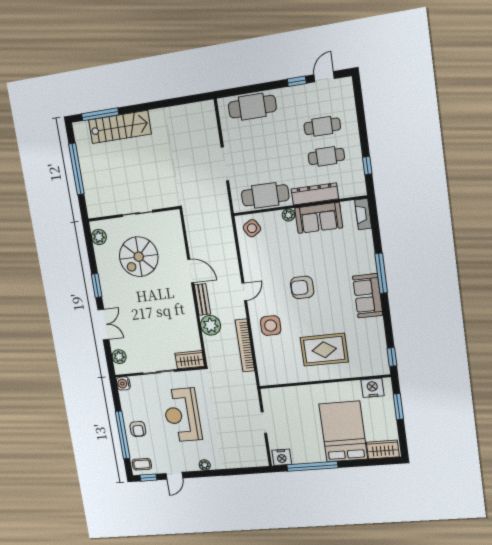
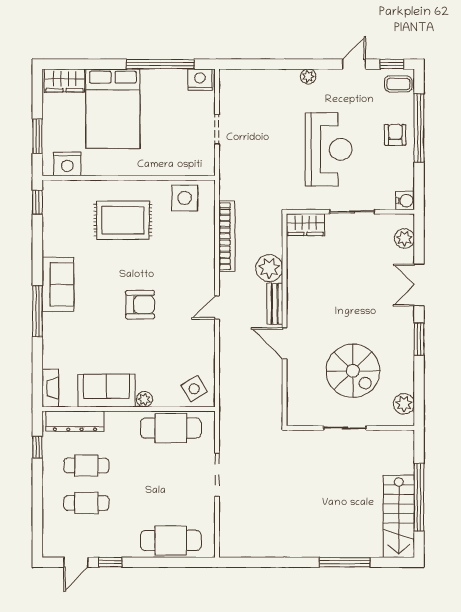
window: (100, 114) -> (345, 562), moved
stairs: (120, 127) -> (399, 516), moved, turned -90
dresser: (315, 194) -> (75, 421), moved
spiral stairs: (139, 257) -> (353, 371), turned 90
side table: (271, 326) -> (185, 198), moved

